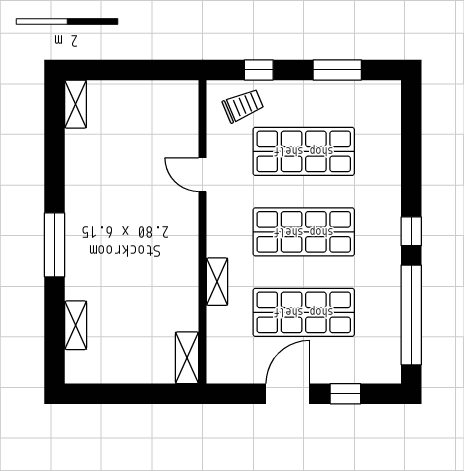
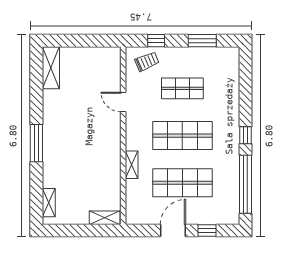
shelving: (76, 104) -> (51, 68), width x1.50, depth x1.33
shop shelf: (304, 151) -> (182, 88), width x0.70, depth x0.74
shelving: (76, 325) -> (49, 203), moved
shelving: (187, 358) -> (105, 218), moved, turned 90

